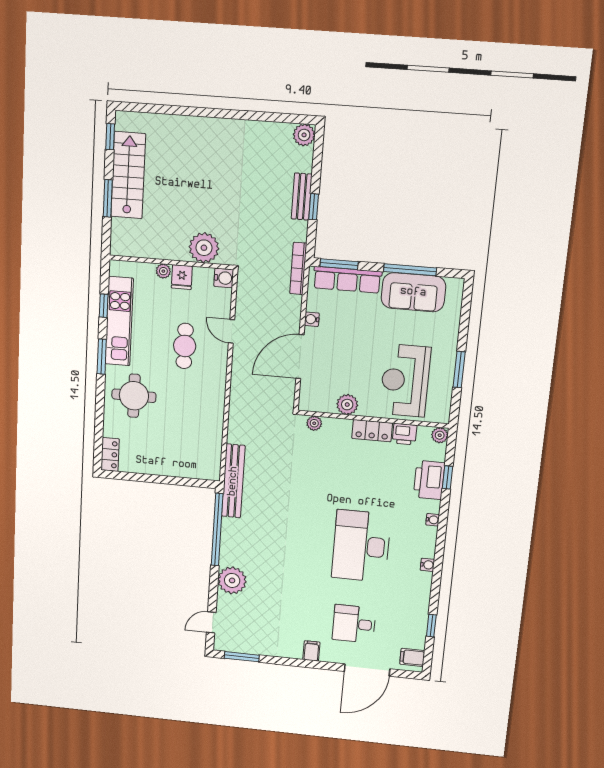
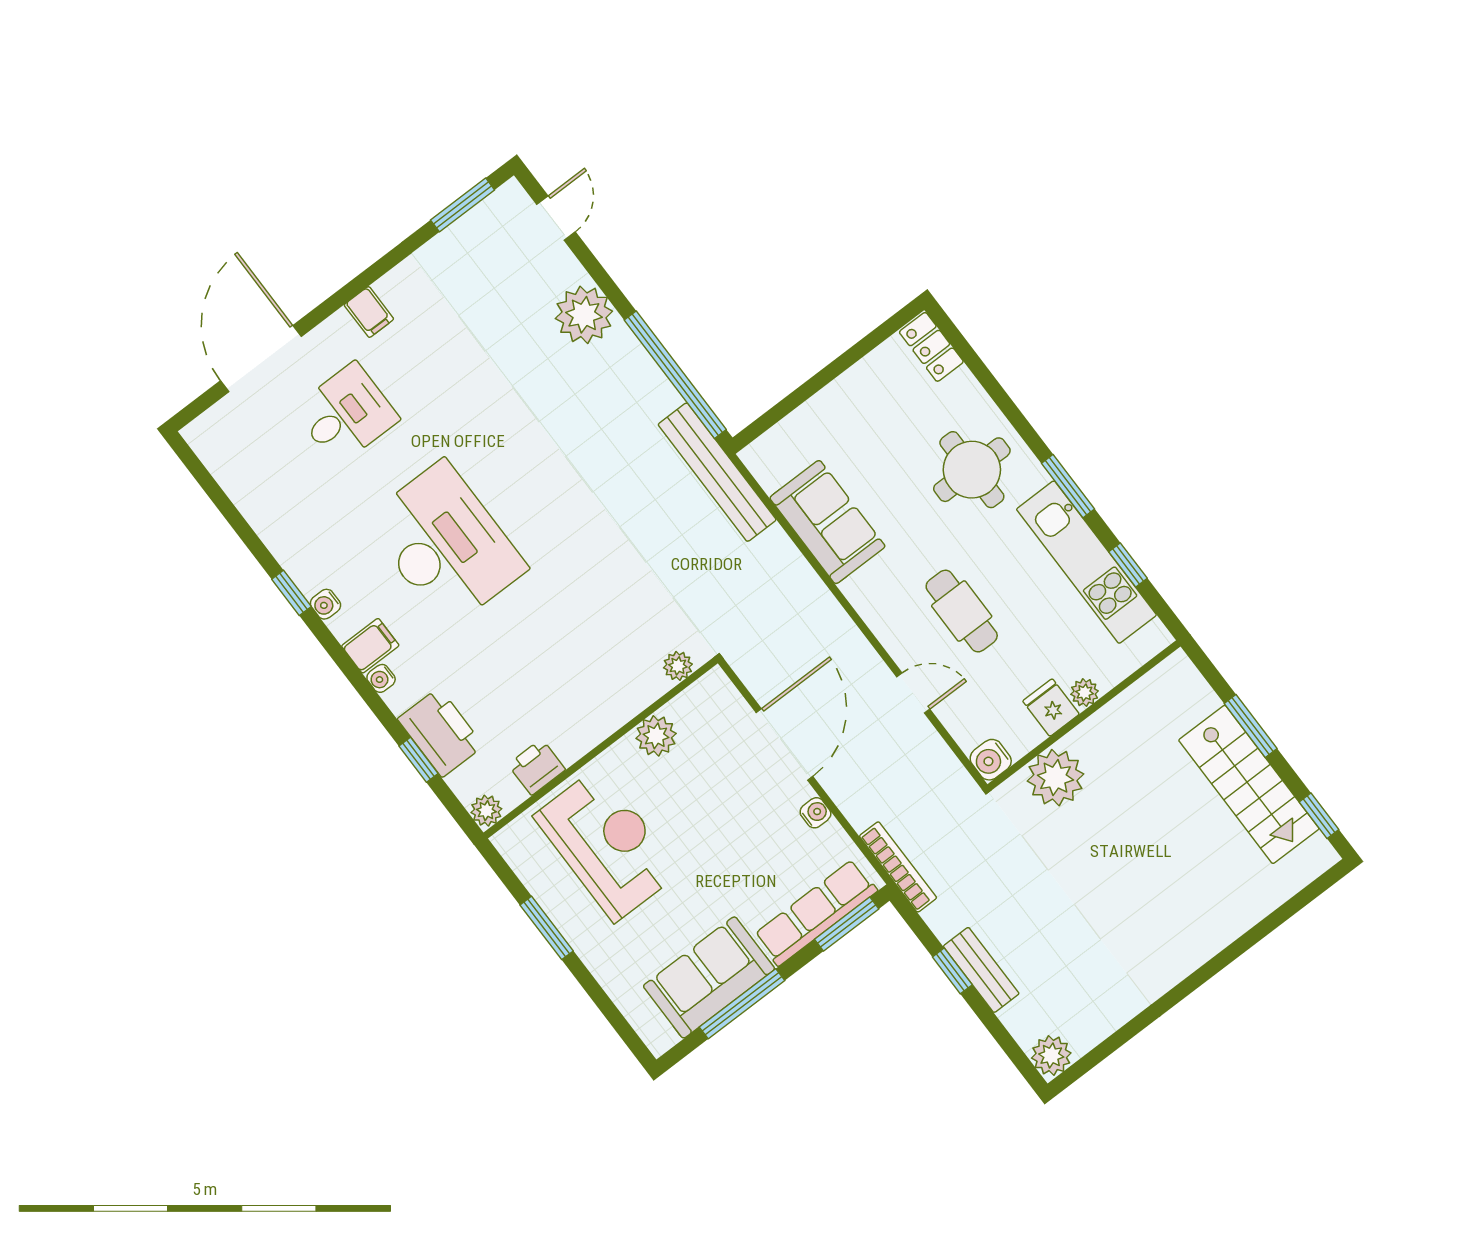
sofa: (207, 426) -> (827, 522), added
locker: (372, 431) -> (587, 730), removed
window: (431, 626) -> (291, 593), moved
filing cabinet: (412, 657) -> (370, 646), moved

